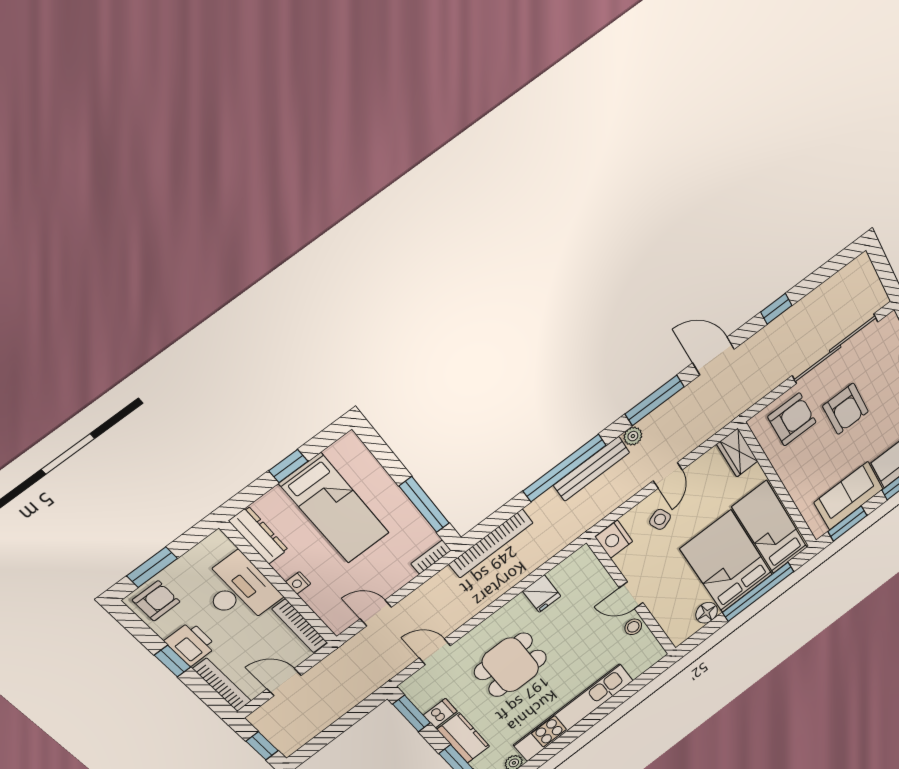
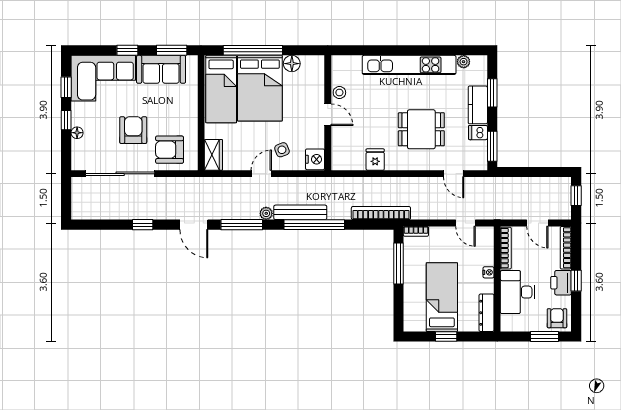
armchair: (156, 601) -> (557, 318), turned 90

